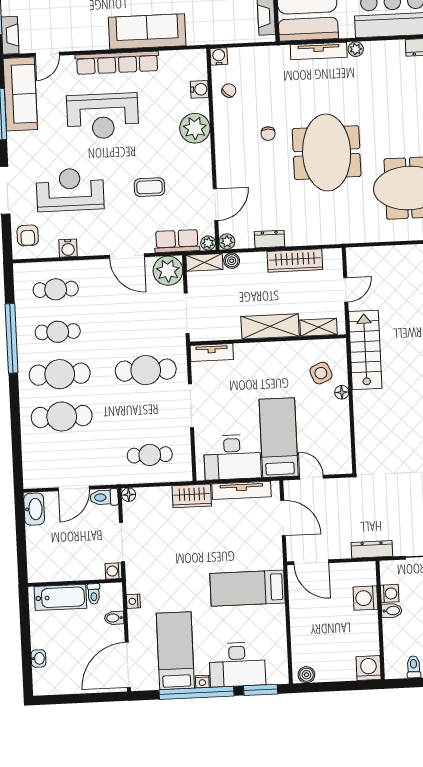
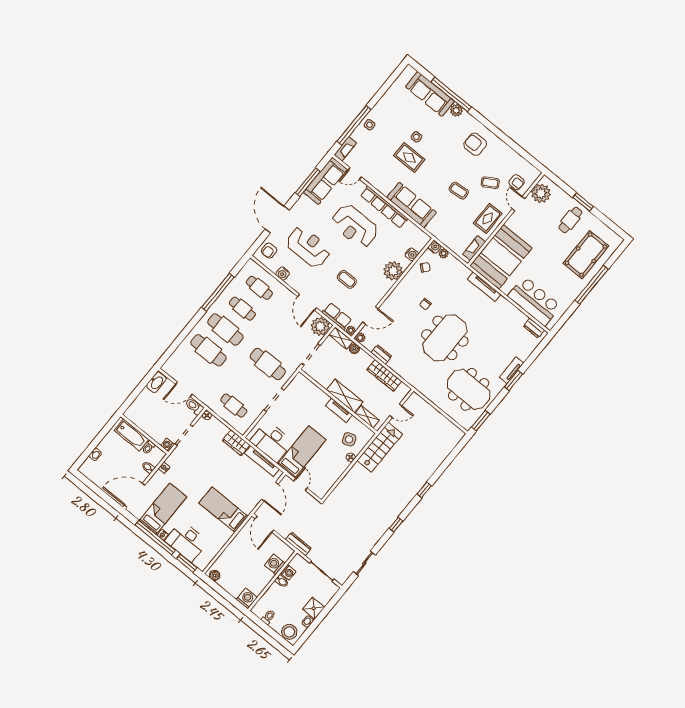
plant: (356, 49) -> (444, 254), moved
tv unit: (212, 353) -> (339, 410), moved

